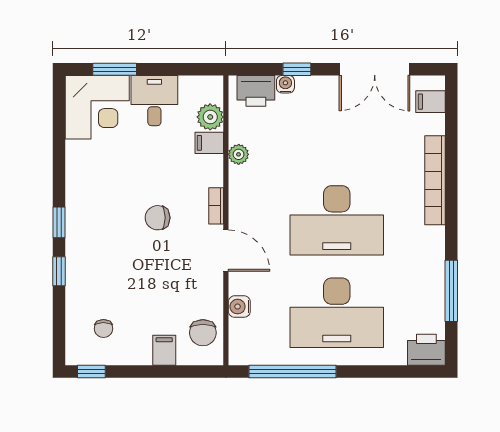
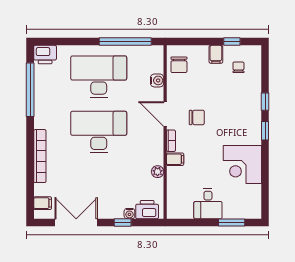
corner desk: (97, 107) -> (242, 164), moved, turned -90
plant: (210, 117) -> (174, 194), removed
filing cabinet: (209, 143) -> (175, 159), moved
chair: (158, 218) -> (197, 117), moved
window: (451, 291) -> (30, 90), width x1.46
chair: (203, 333) -> (179, 65), turned 180
filing cabinet: (164, 350) -> (216, 54), moved
window: (91, 371) -> (232, 42), moved

